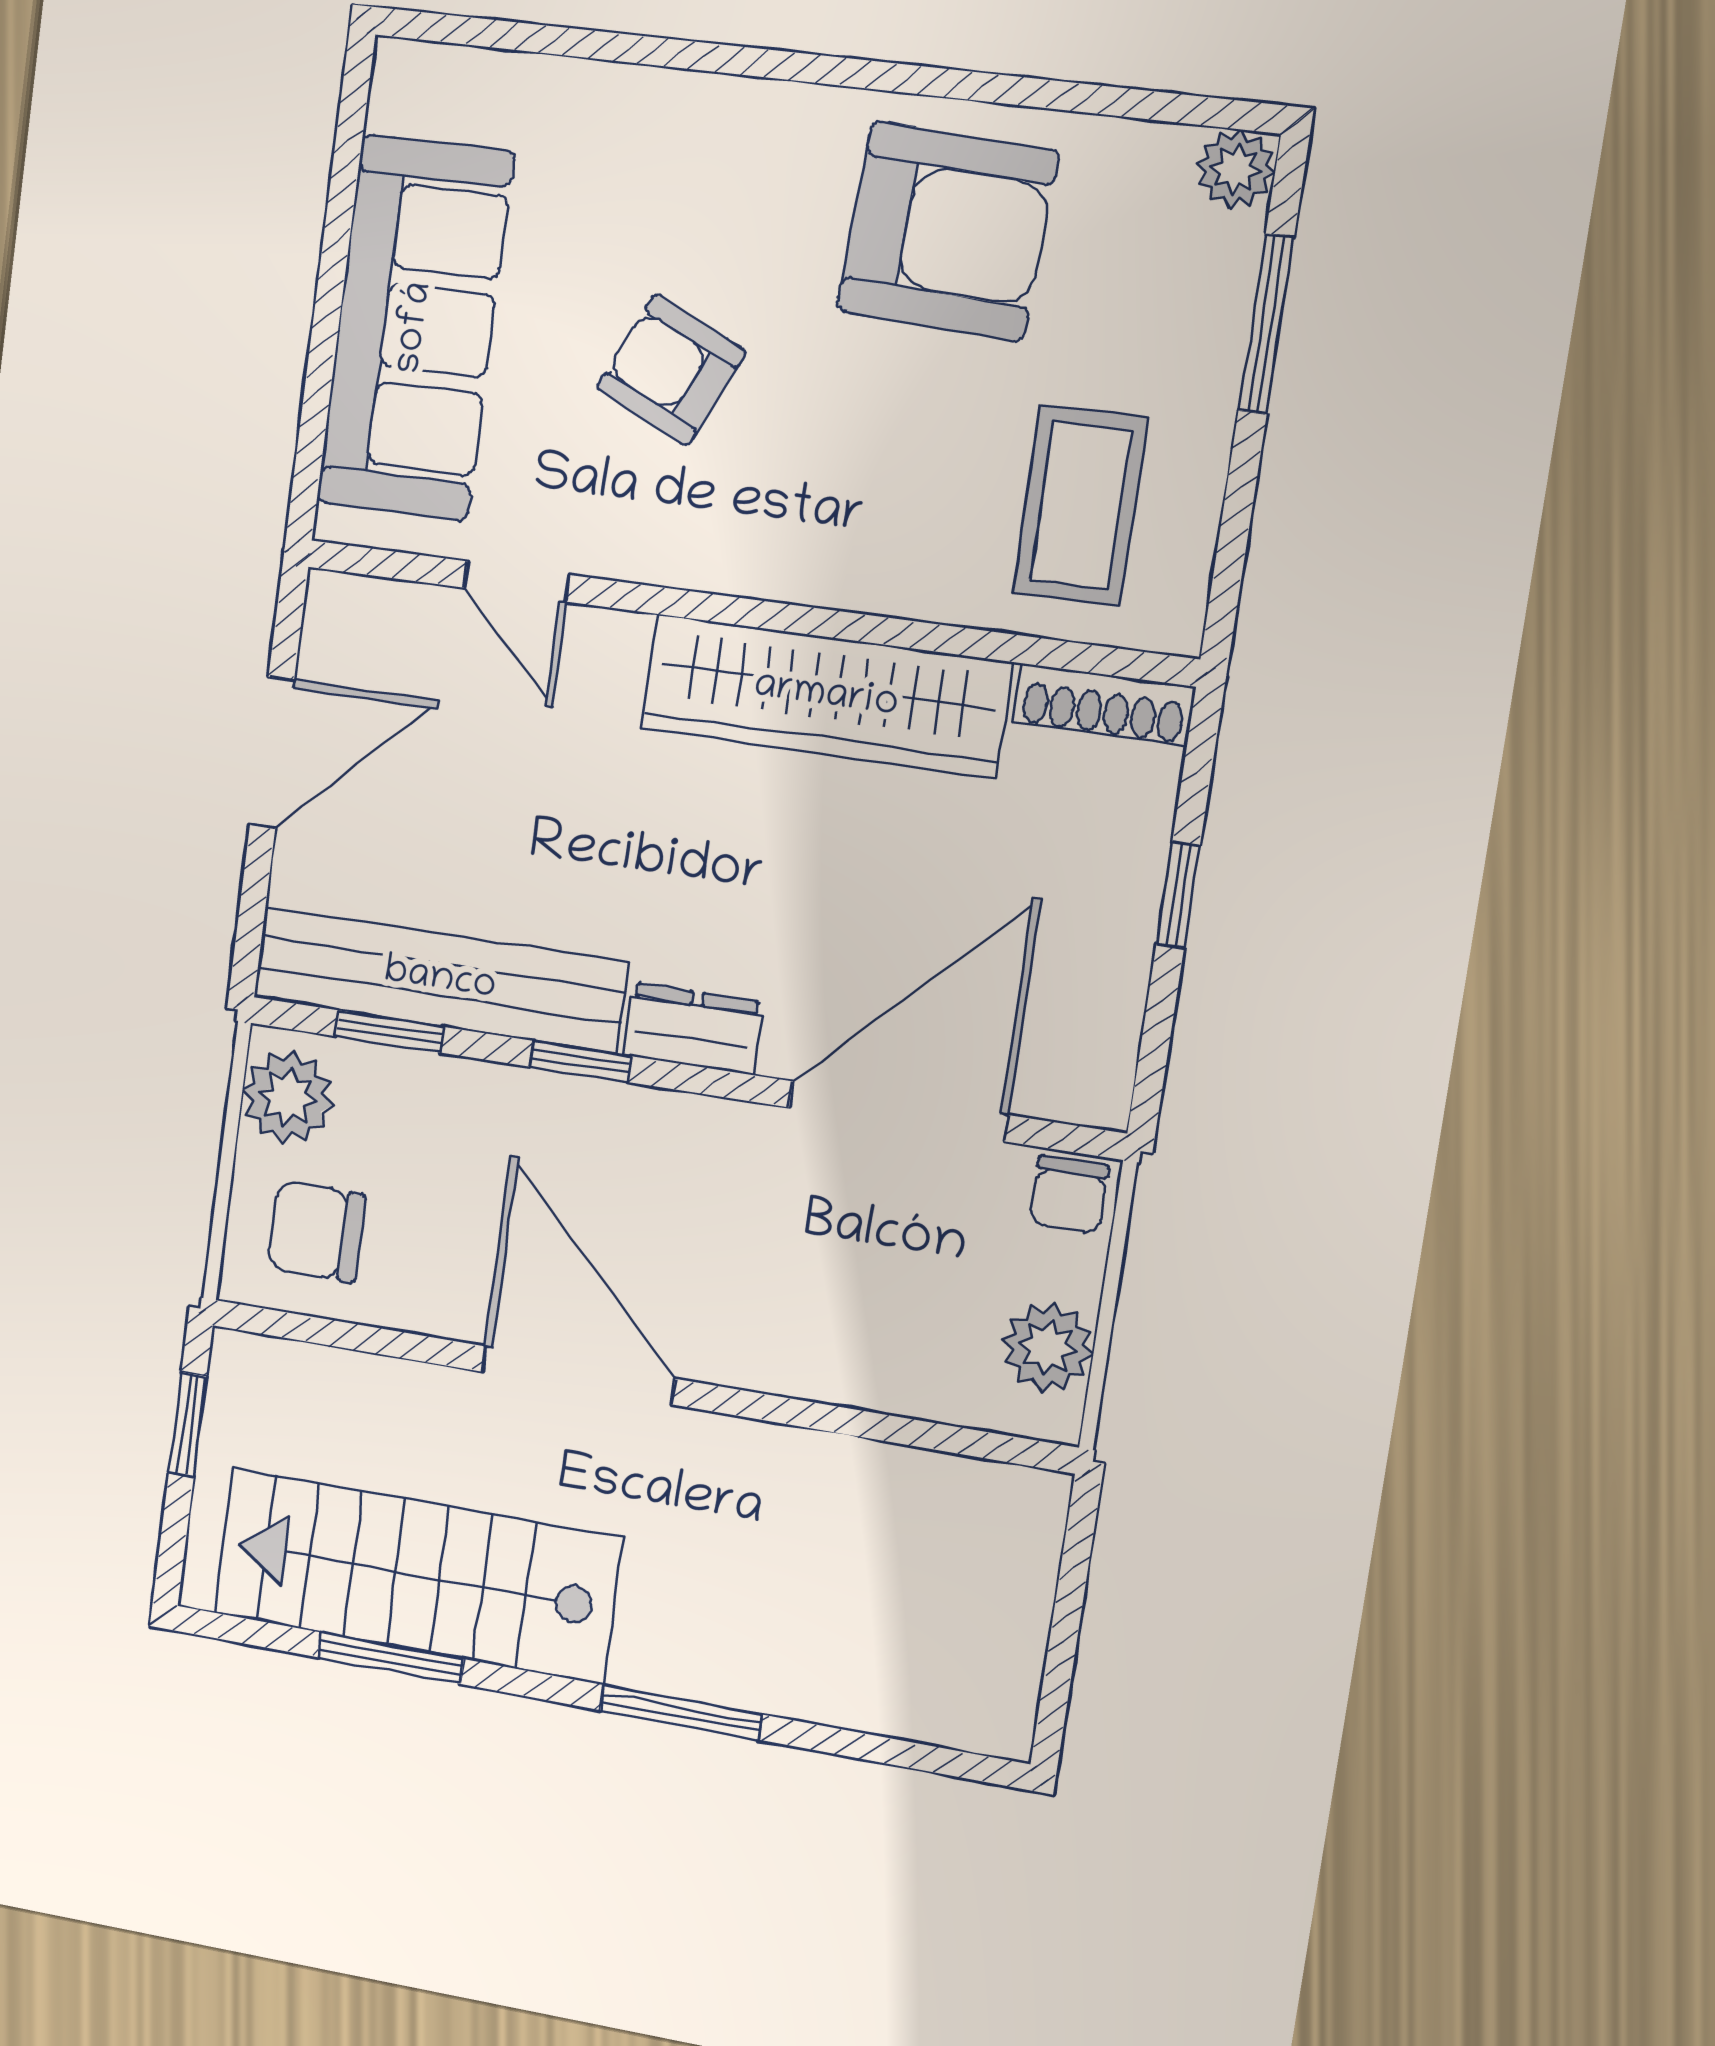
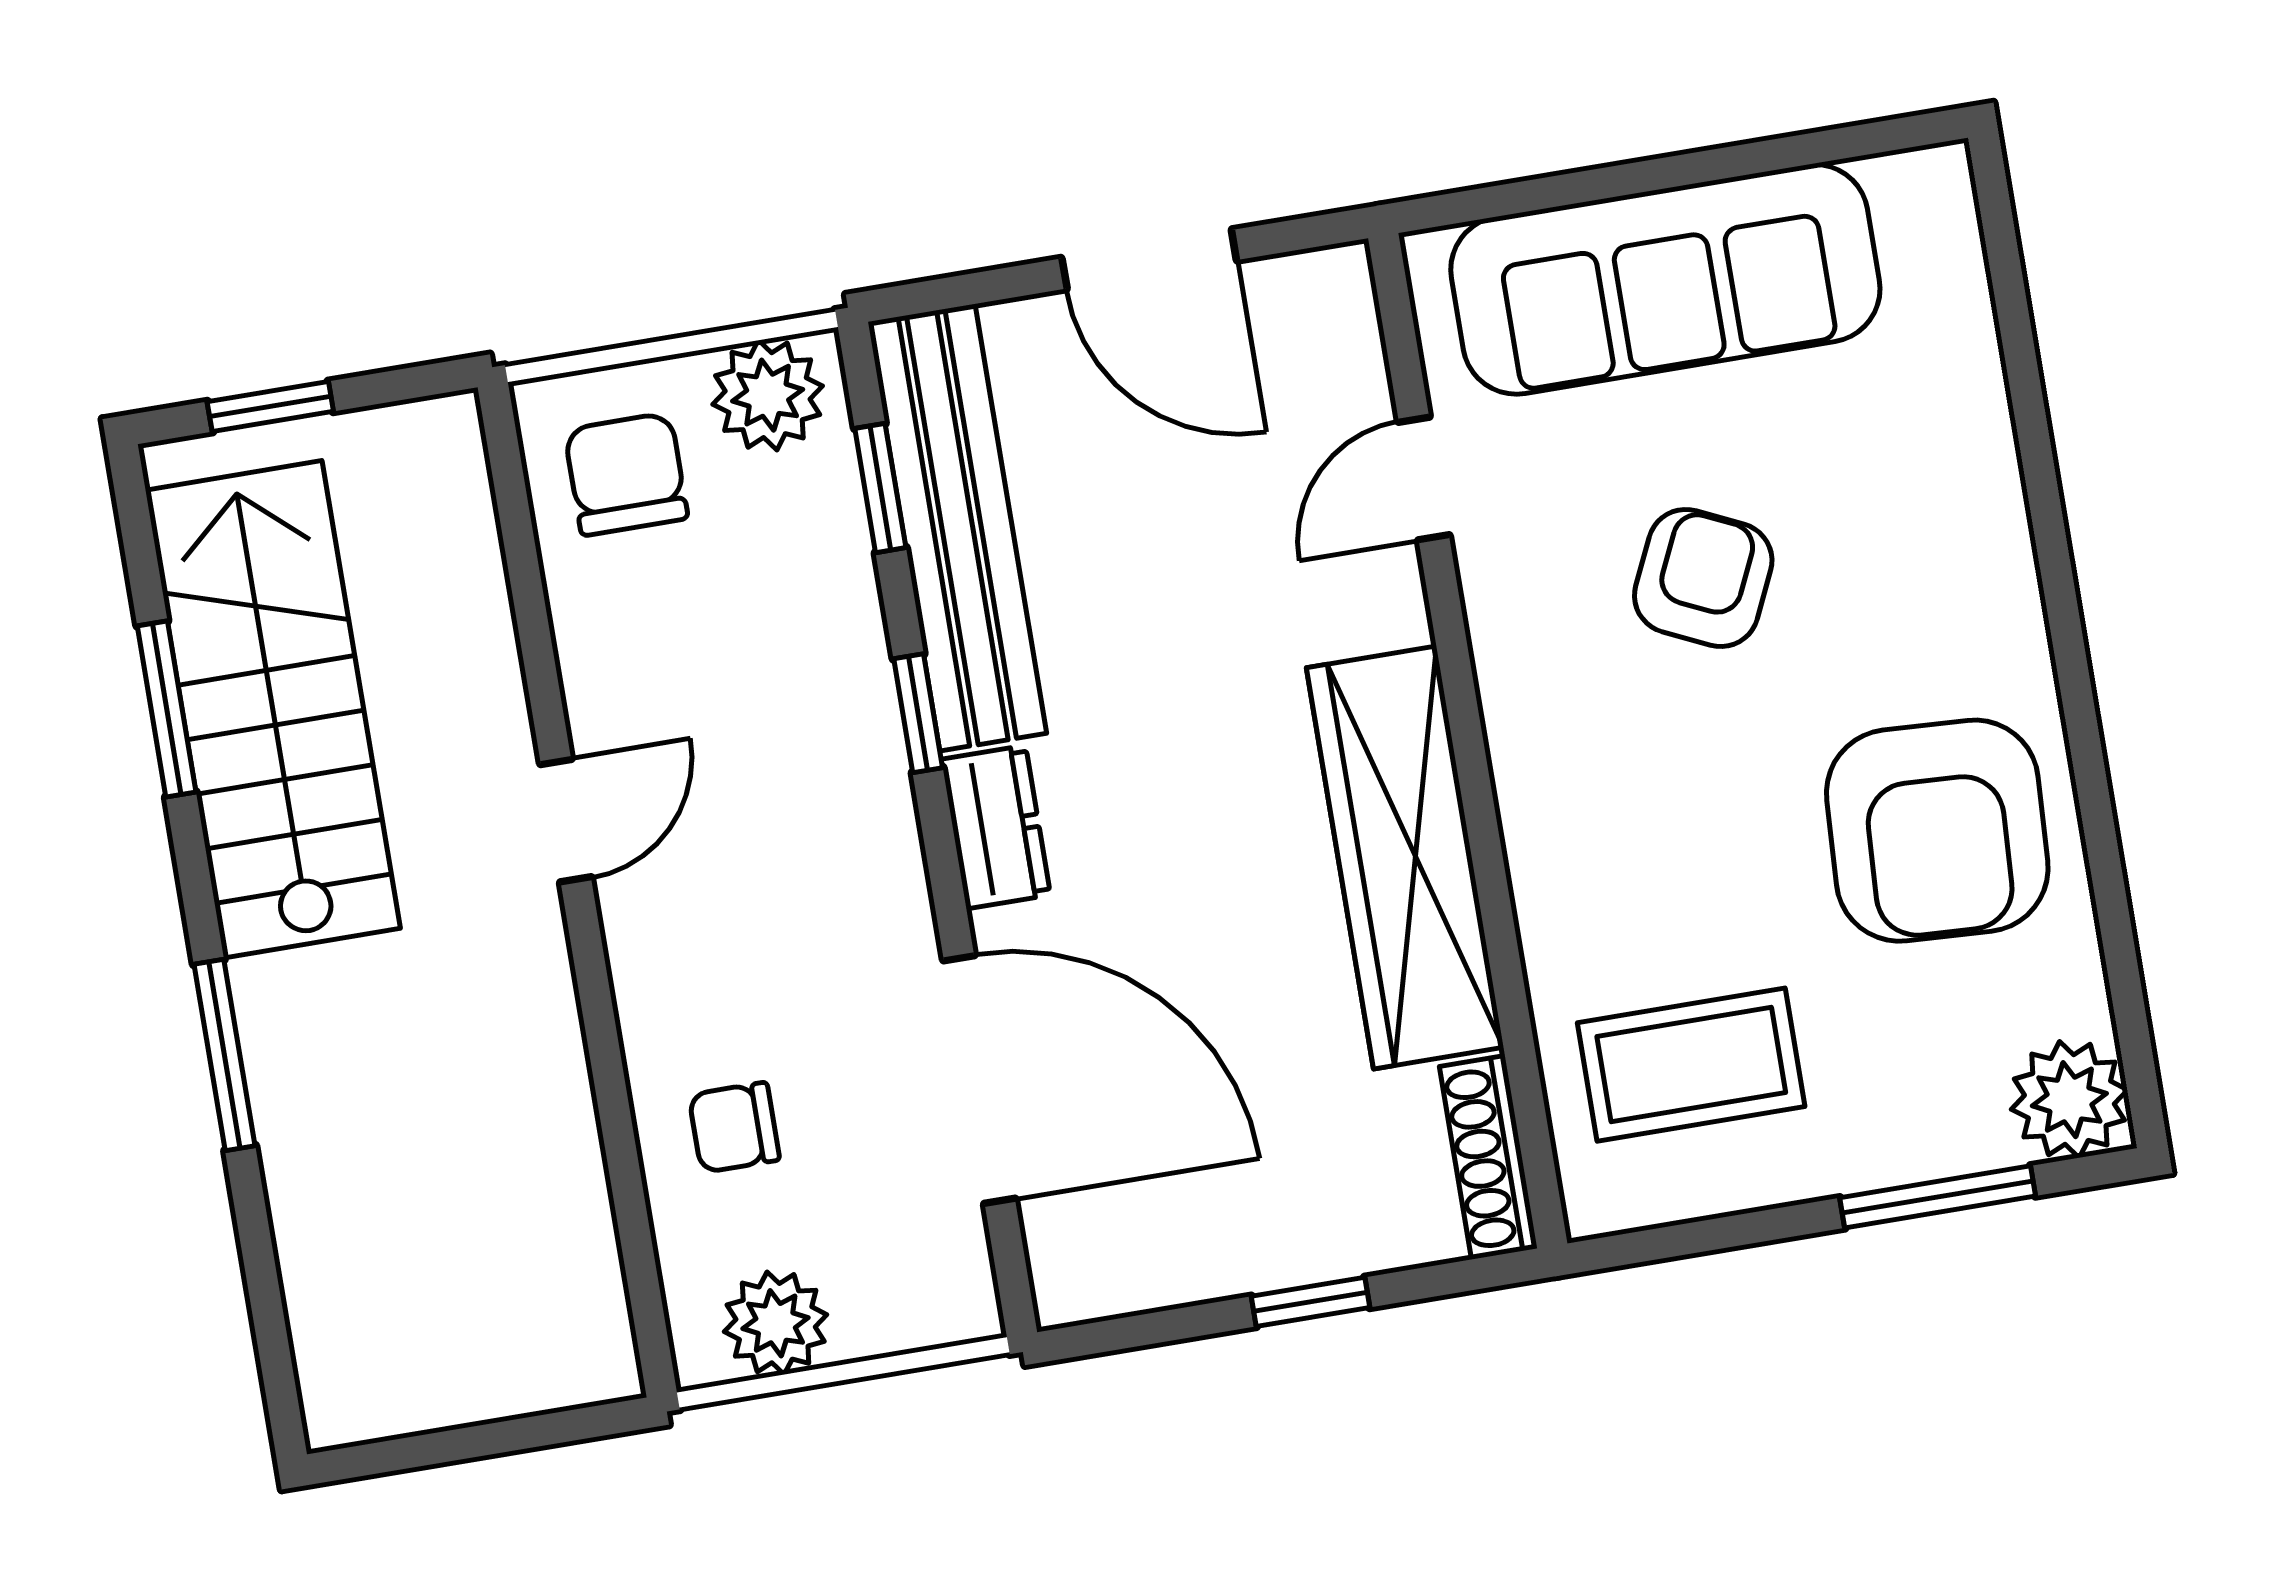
plant: (1236, 169) -> (2069, 1100), width x1.38, depth x1.38
chair: (1069, 1194) -> (734, 1127), moved
door: (578, 1375) -> (566, 821), width x0.53
window: (188, 1424) -> (270, 406), moved

